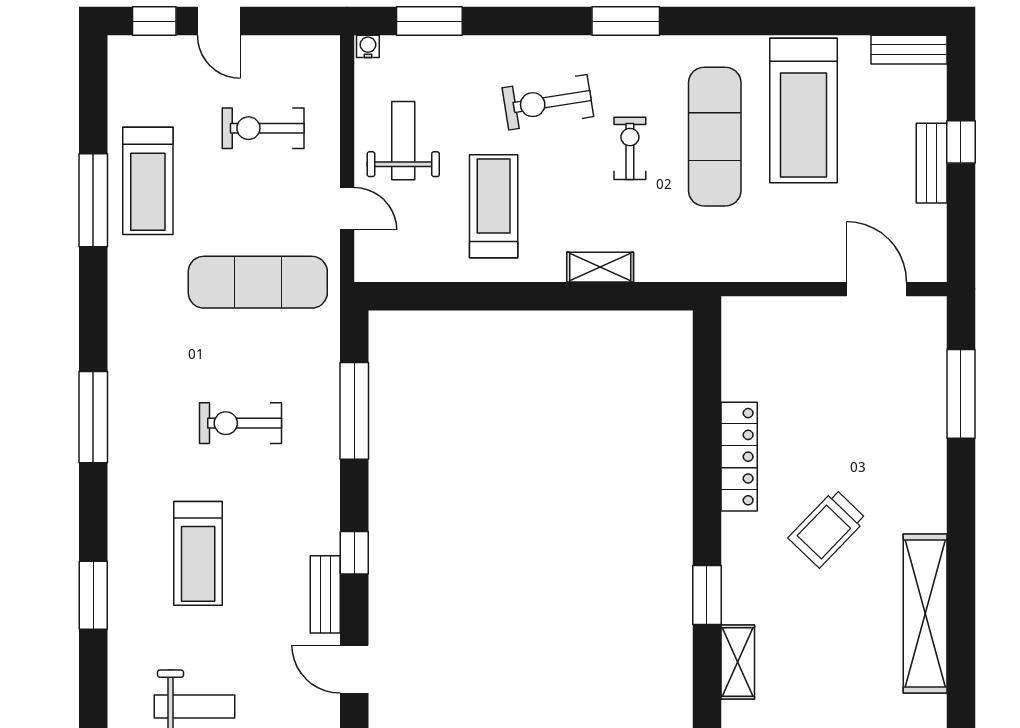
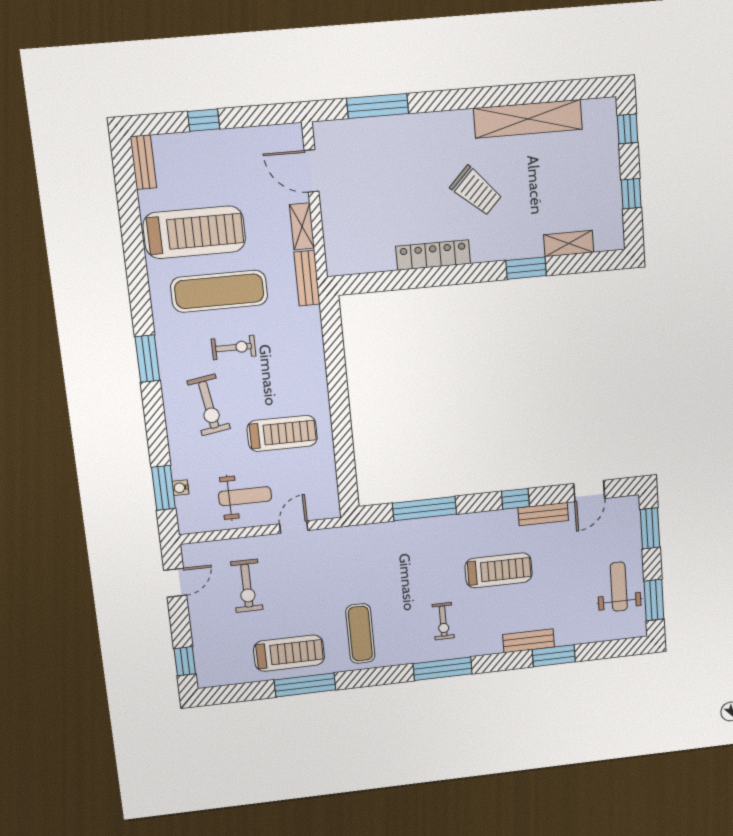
door: (219, 21) -> (175, 583), moved
water cooler: (368, 46) -> (181, 488), moved
weight bench: (403, 141) -> (245, 496), turned 180
exercise bike: (630, 148) -> (234, 347), turned 180
bench: (932, 163) -> (307, 278), moved, turned 90
treadmill: (494, 206) -> (282, 433), turned 180
shelving: (600, 267) -> (302, 226), moved
exercise mat: (258, 282) -> (360, 634), moved, width x0.73, depth x0.69
door: (876, 289) -> (312, 171), hinge flipped
exercise bike: (241, 423) -> (443, 621), moved, width x0.73, depth x0.72
treadmill: (198, 553) -> (499, 570), moved
bench: (123, 557) -> (529, 641), added

